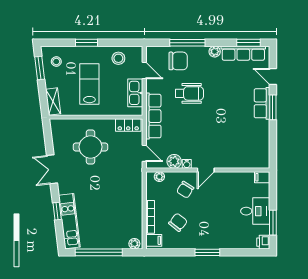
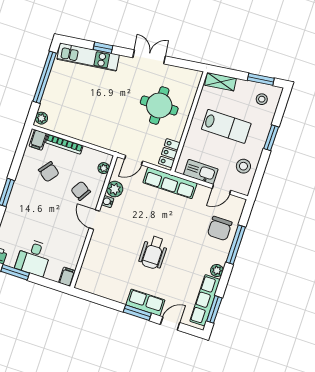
wheelchair: (189, 93) -> (153, 252), moved

